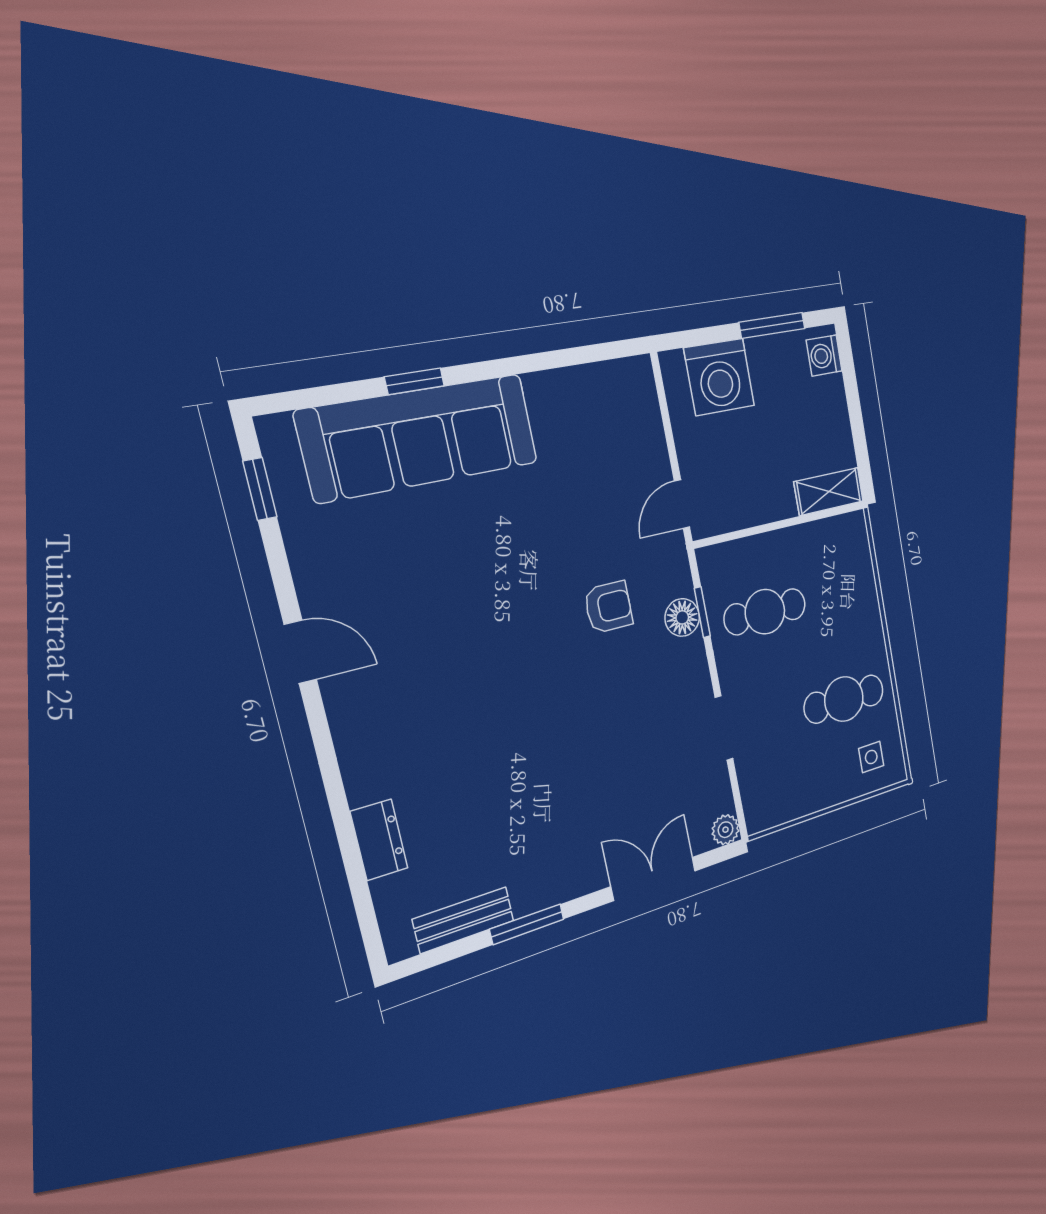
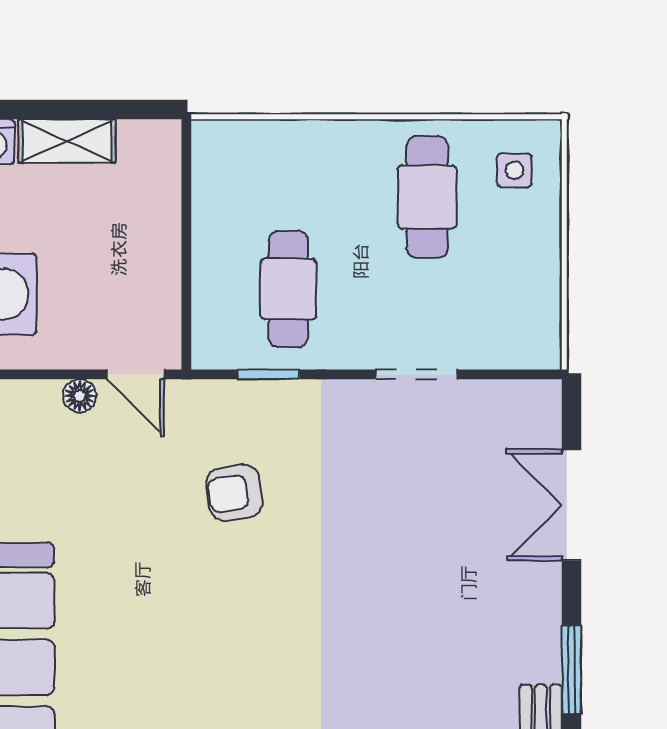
shelving: (829, 491) -> (67, 141), moved, turned 90
armchair: (608, 607) -> (234, 493), turned -99
floor lamp: (682, 617) -> (80, 396), moved, width x0.73, depth x0.73
plant: (725, 830) -> (543, 398), removed

